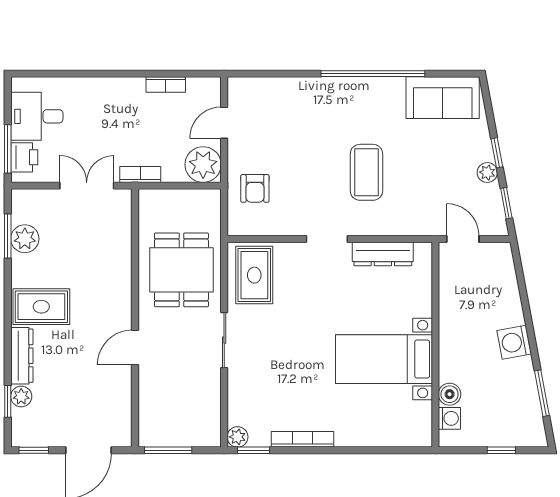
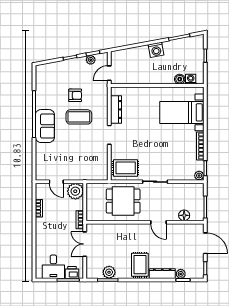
sofa: (443, 98) -> (45, 126), moved
plant: (487, 173) -> (91, 60), moved
armchair: (255, 188) -> (75, 95), moved
bed with nightstands: (384, 359) -> (182, 112), moved, turned 90
floor lamp: (150, 404) -> (184, 215), added

